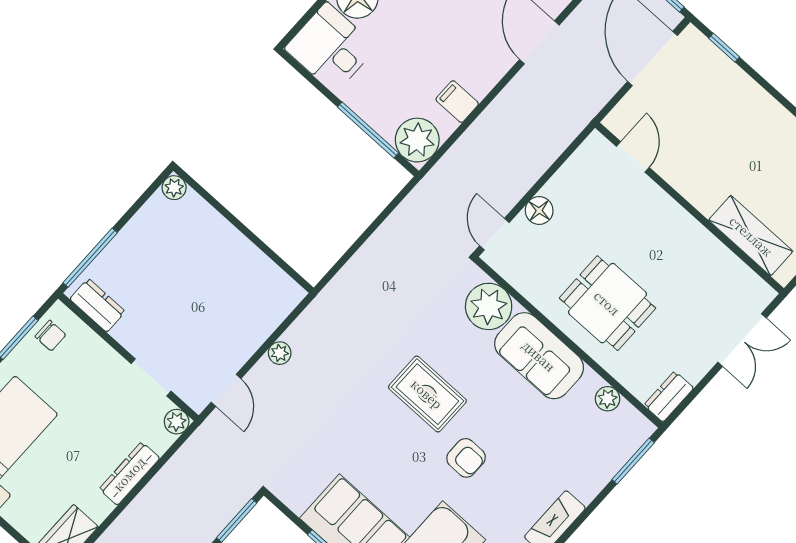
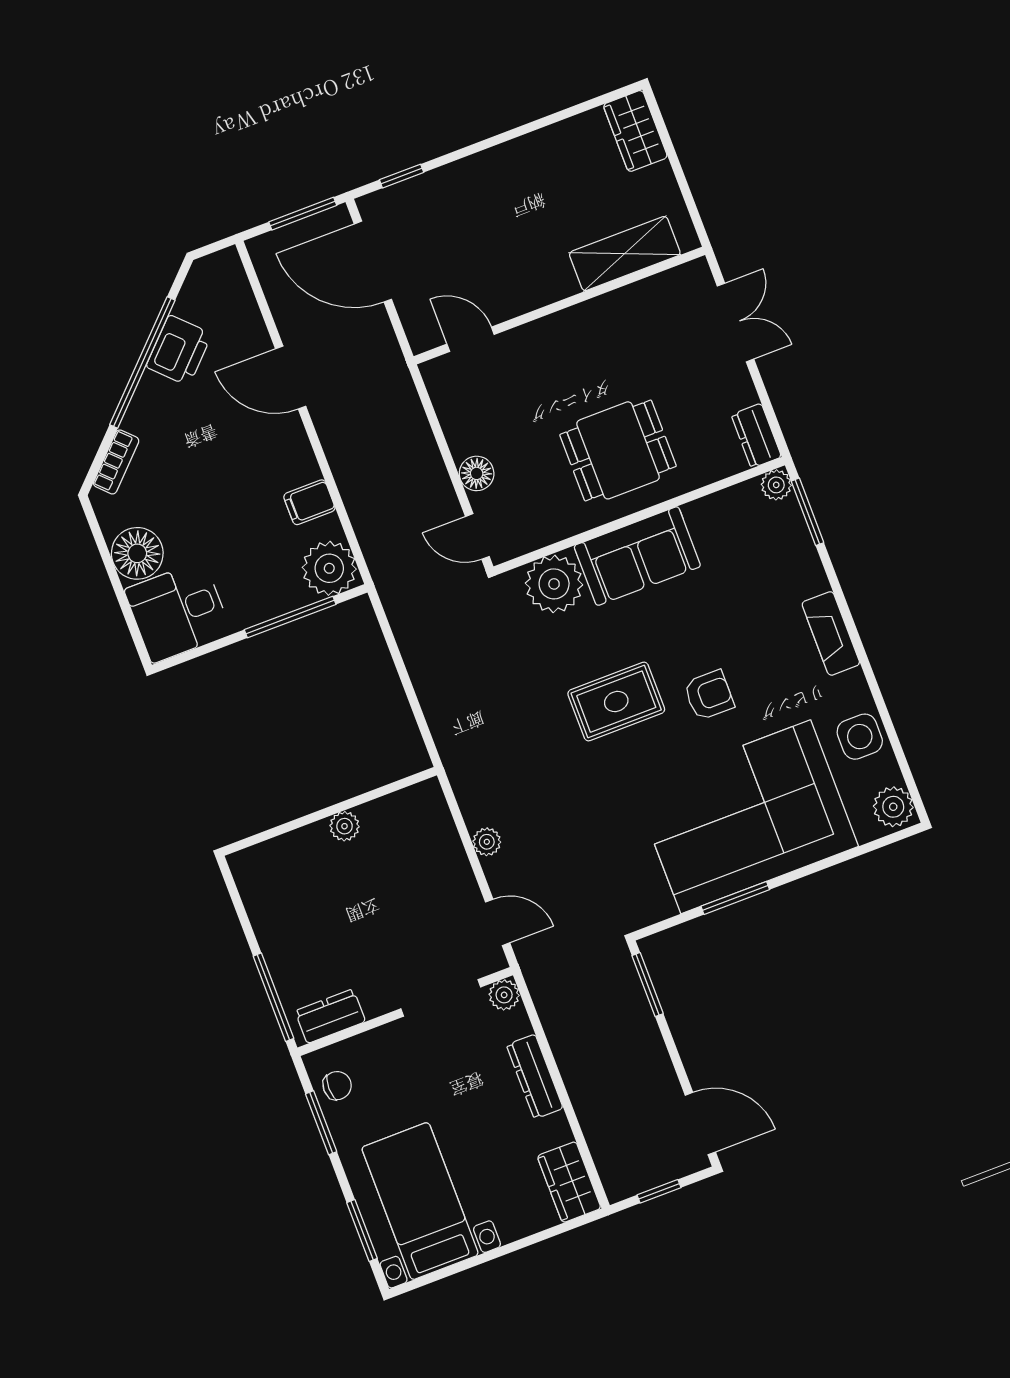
plant: (174, 188) -> (344, 826), moved
doorway: (151, 377) -> (441, 998), width x1.38
plant: (608, 399) -> (776, 485), moved

